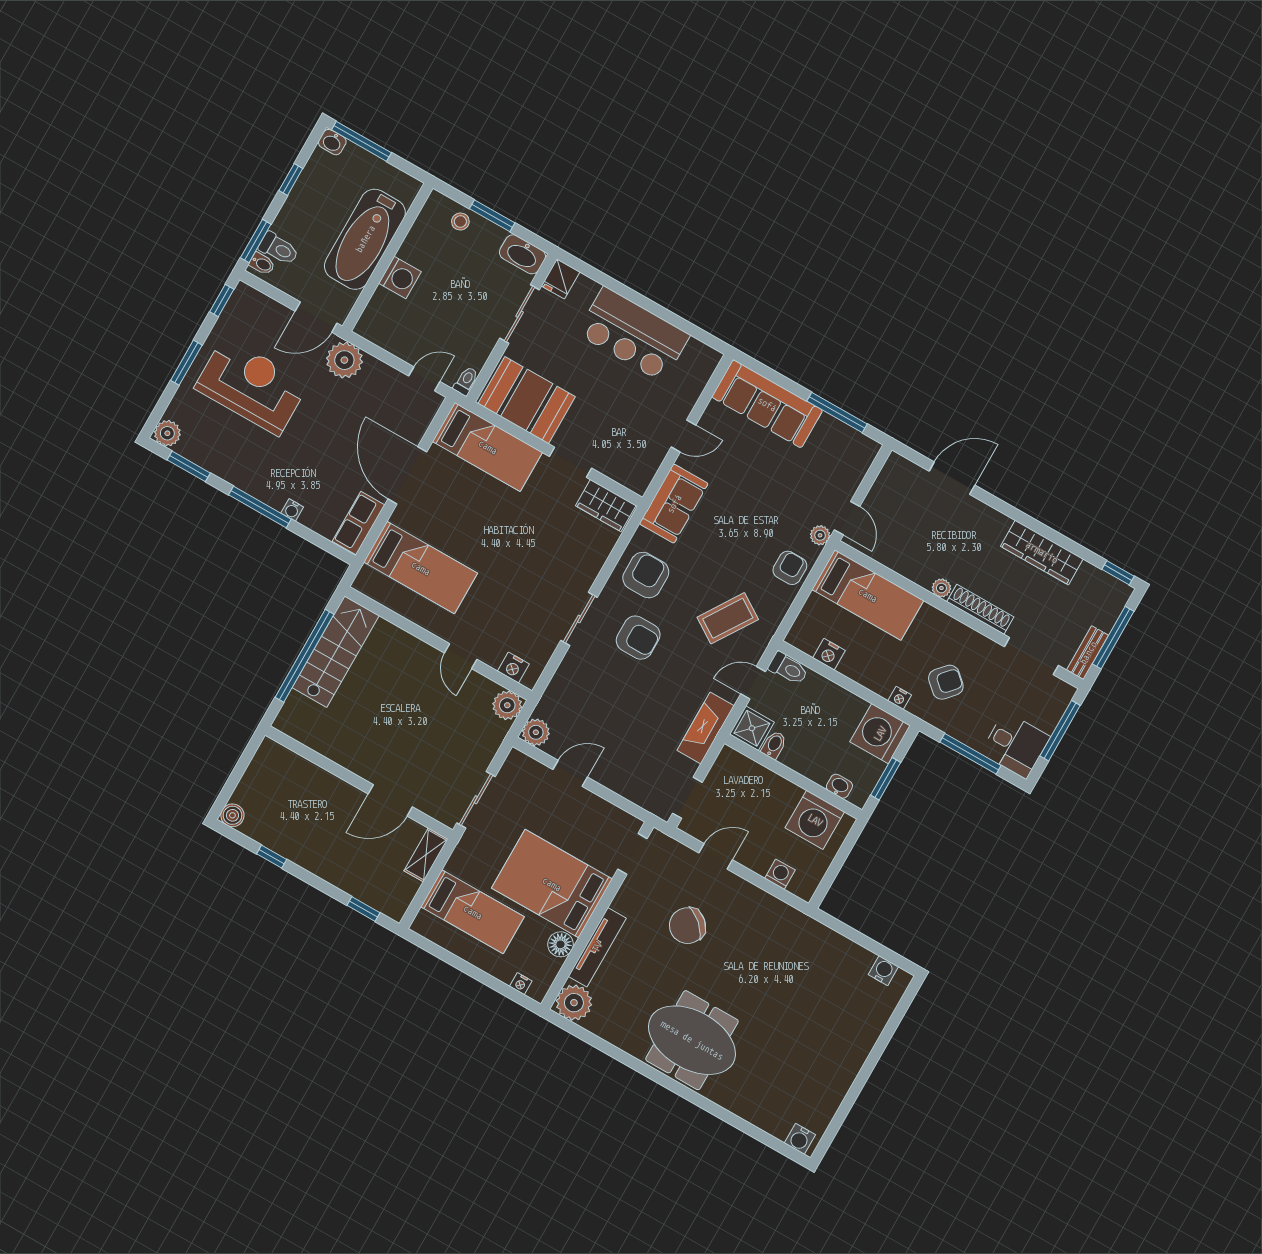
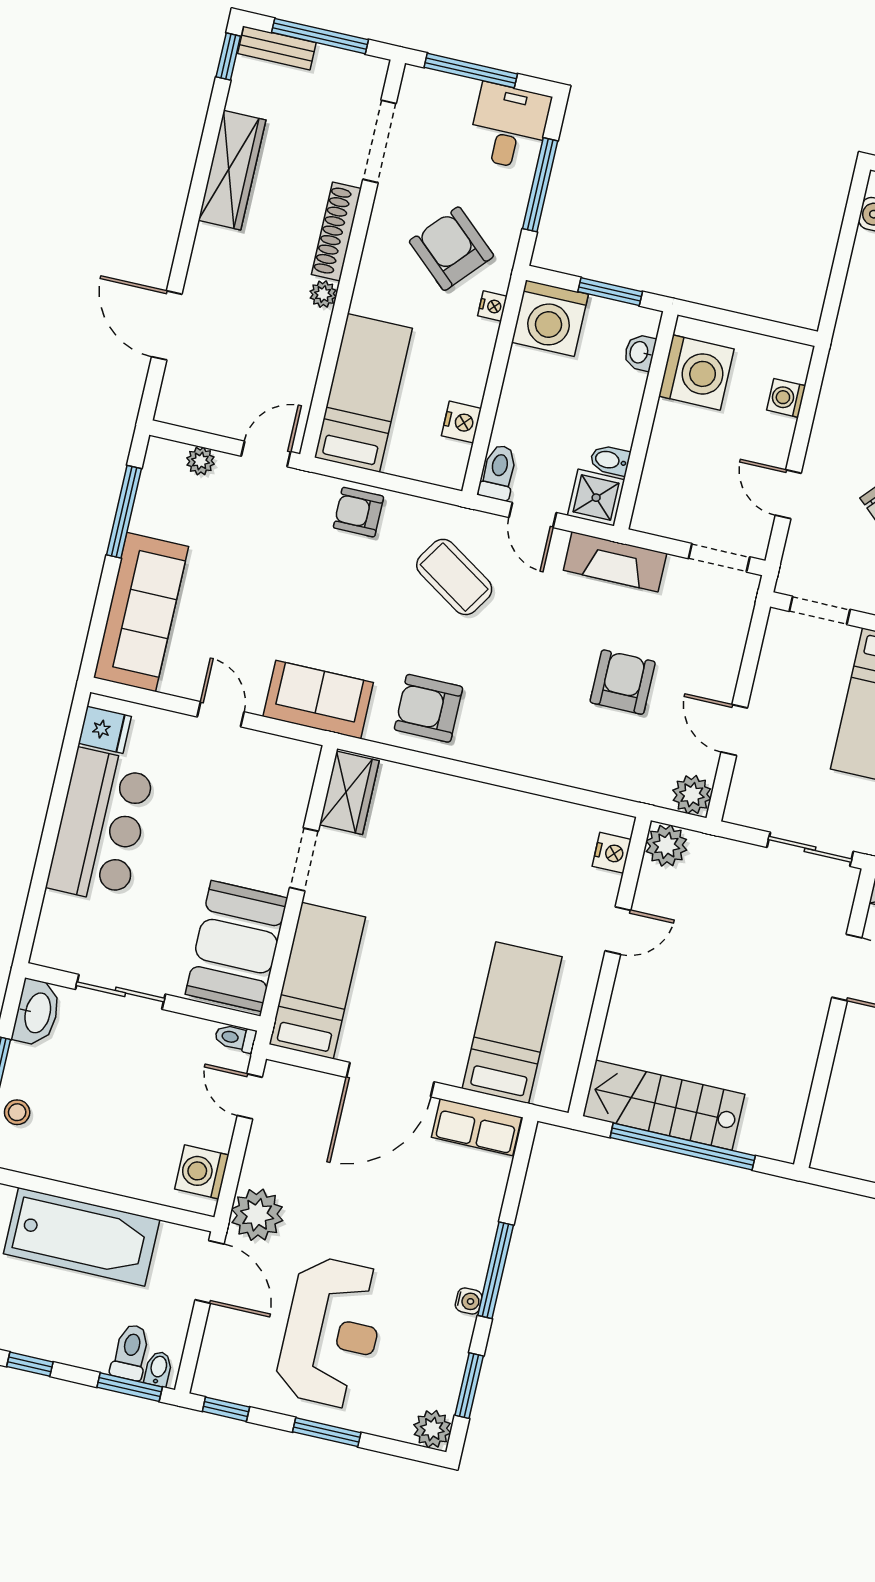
washing machine: (400, 277) -> (202, 1172), moved, turned -90
fridge: (561, 279) -> (105, 730), moved
reception desk: (252, 386) -> (331, 1332), turned 180
water cooler: (292, 510) -> (469, 1301), moved
plant: (820, 535) -> (200, 461), moved
sliding door: (579, 619) -> (517, 782), removed
armchair: (638, 638) -> (623, 682), moved
bench: (1088, 653) -> (277, 48), moved
armchair: (946, 682) -> (451, 249), width x1.38, depth x1.38

